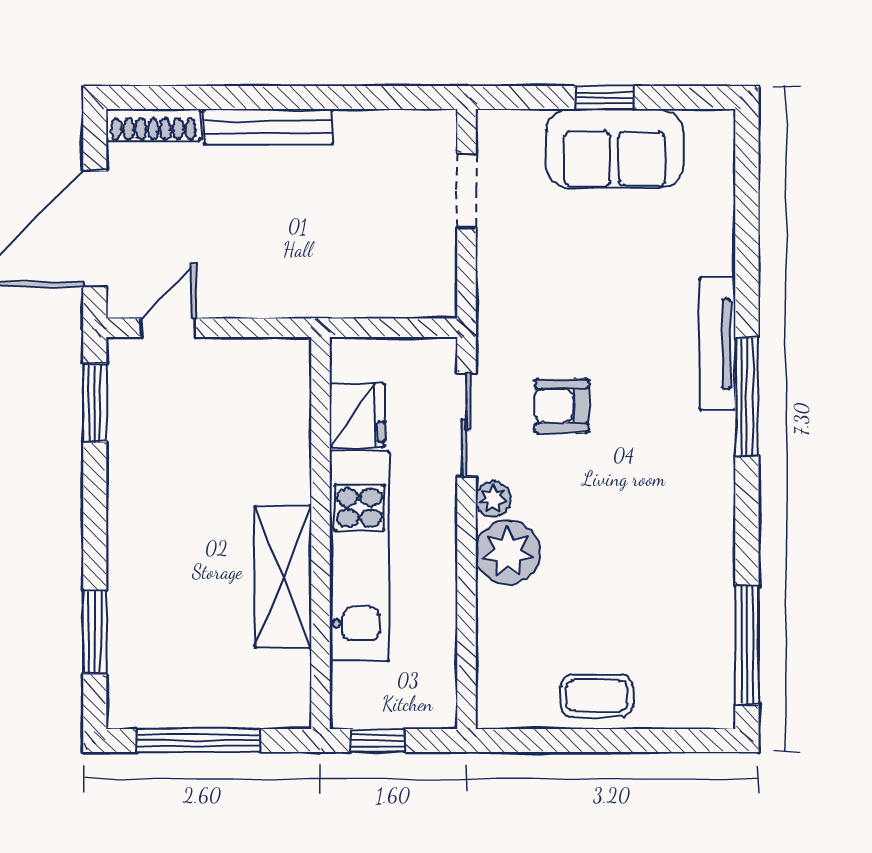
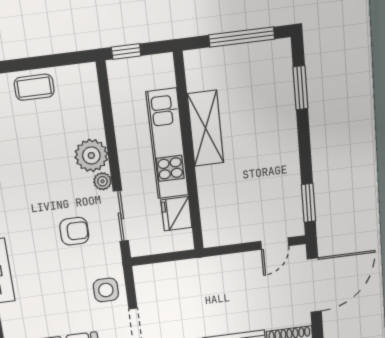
side table: (516, 275) -> (106, 290), added
window: (378, 740) -> (126, 51), moved

